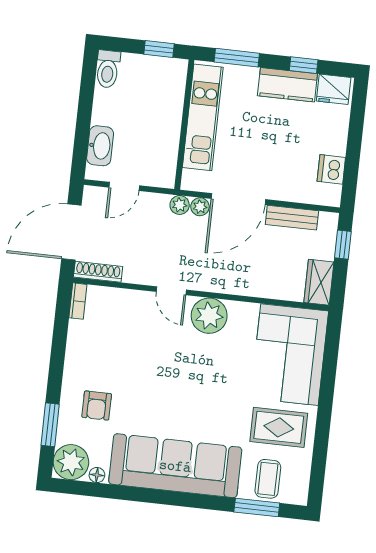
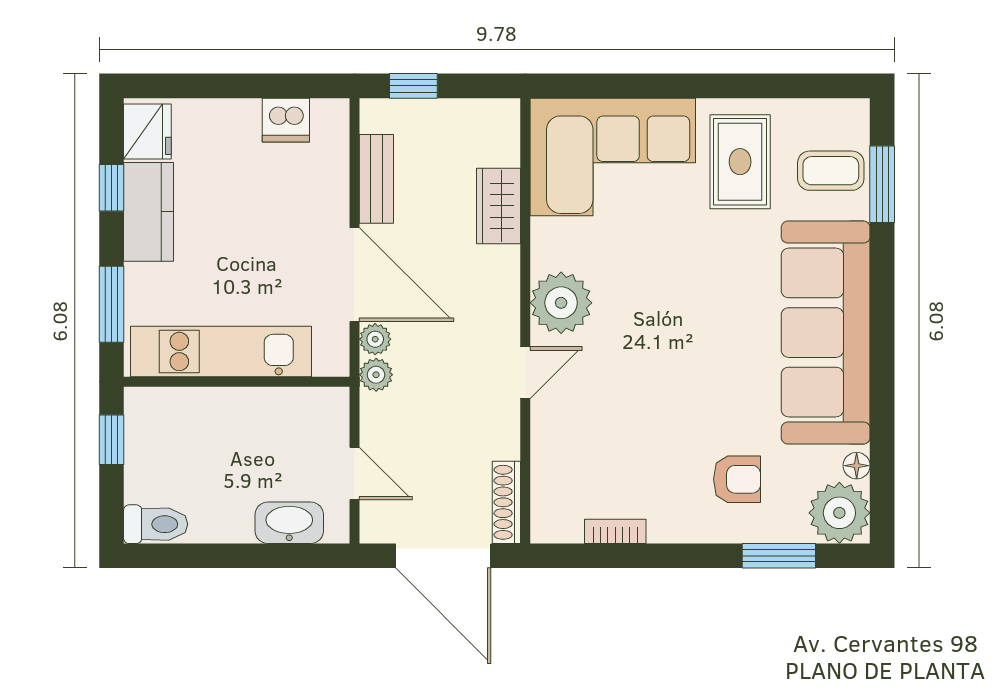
wardrobe: (319, 282) -> (498, 206), moved, turned 90
bookcase: (78, 301) -> (615, 531), moved

